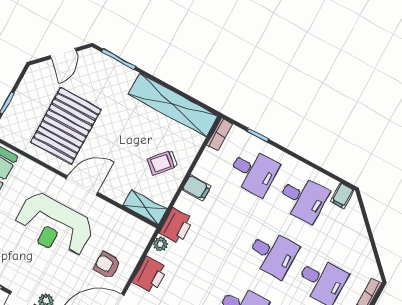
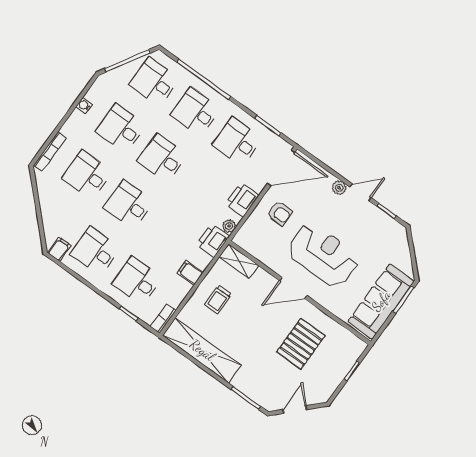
pallet: (66, 126) -> (301, 344), width x0.73, depth x0.71
trolley: (162, 163) -> (218, 300), turned 138

